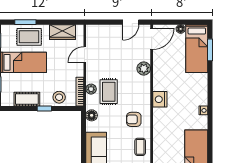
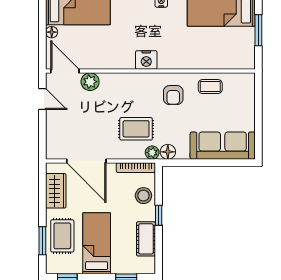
door: (85, 55) -> (86, 161), width x1.88
plant: (144, 69) -> (90, 82), moved
plant: (91, 89) -> (152, 153), moved

